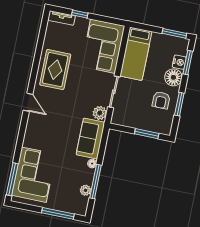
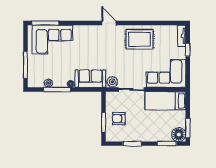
nightstand: (179, 62) -> (166, 137), removed
floor lamp: (173, 77) -> (179, 135), moved
armchair: (161, 100) -> (119, 119), moved
door: (28, 102) -> (109, 23), swing flipped

